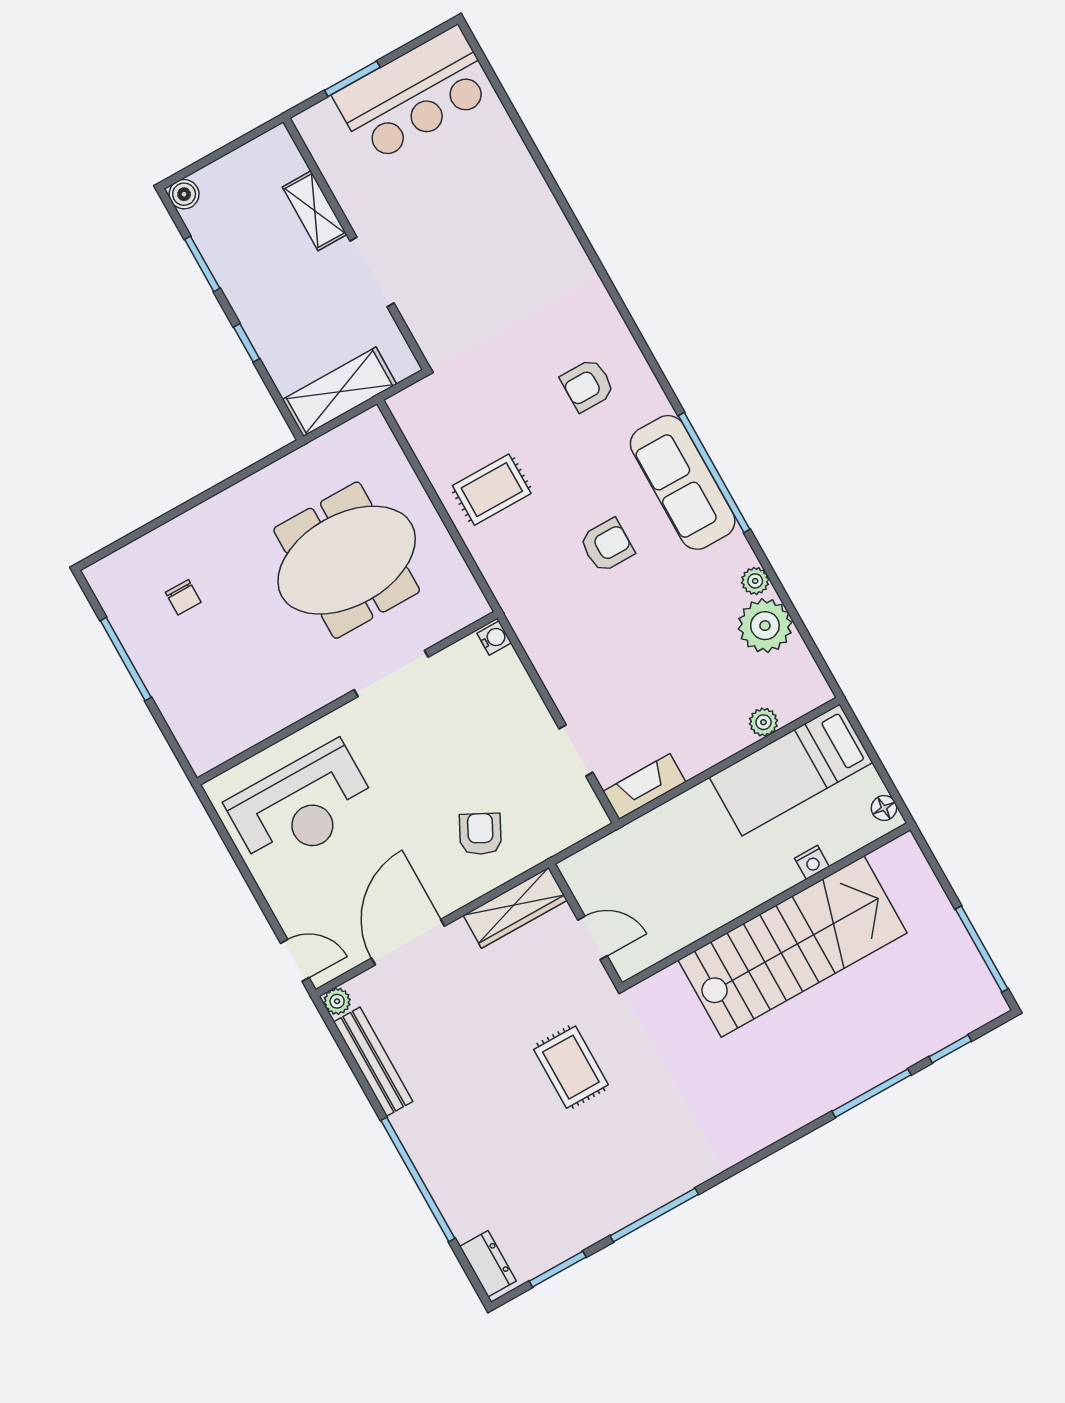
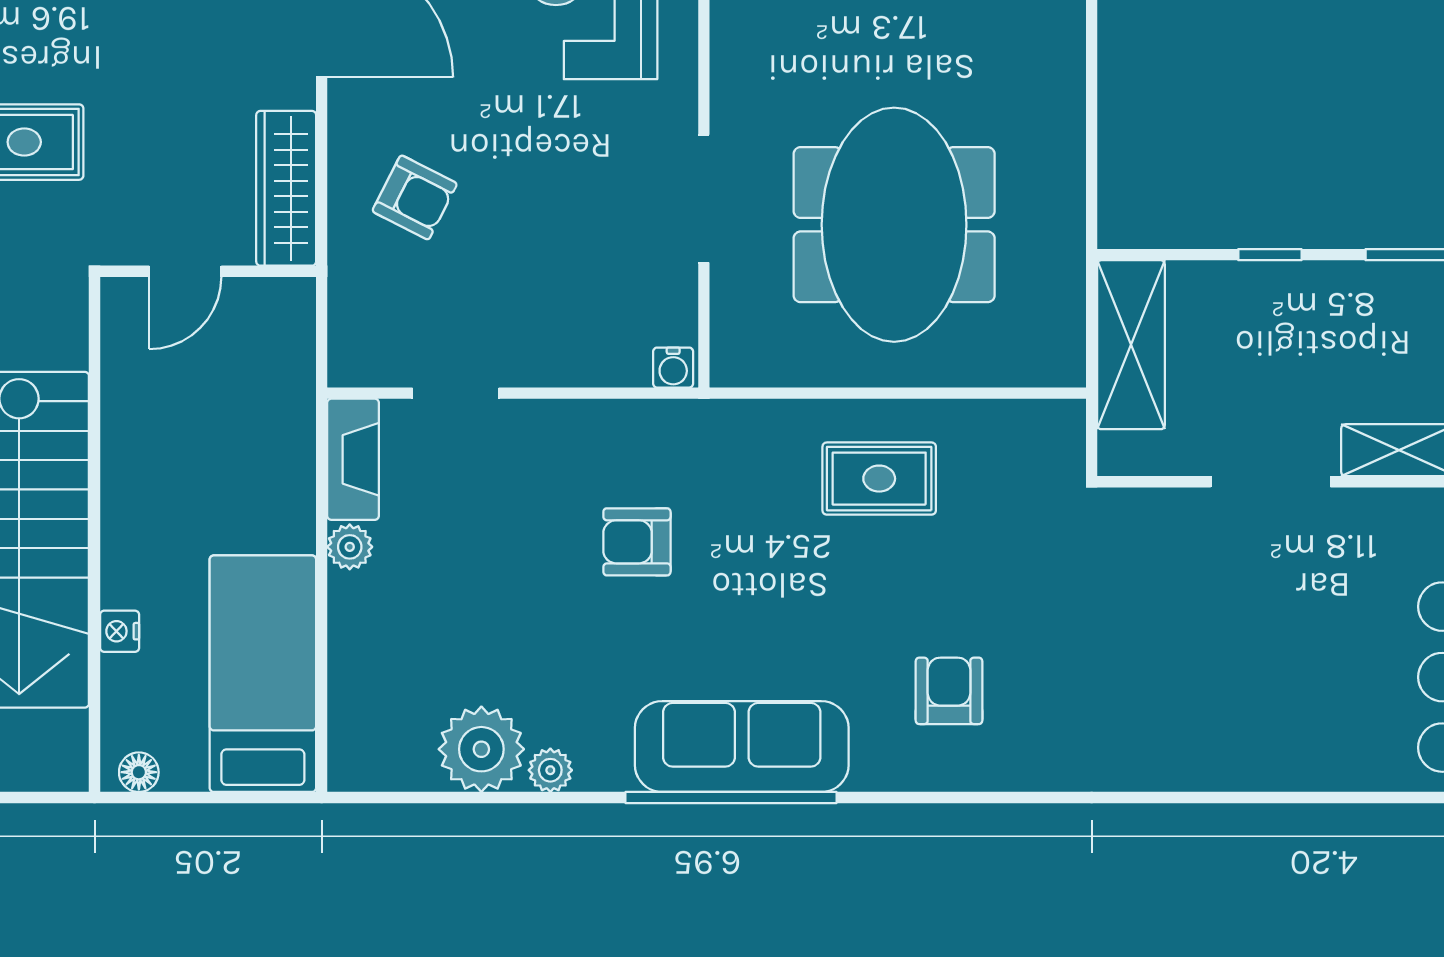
rug: (492, 490) -> (879, 479), turned 90
armchair: (607, 546) -> (637, 542), moved, turned 90
plant: (763, 722) -> (350, 547), moved

